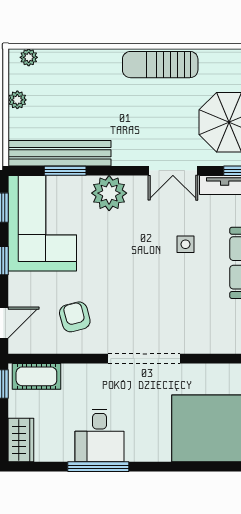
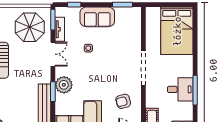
window: (65, 171) -> (53, 92), moved

